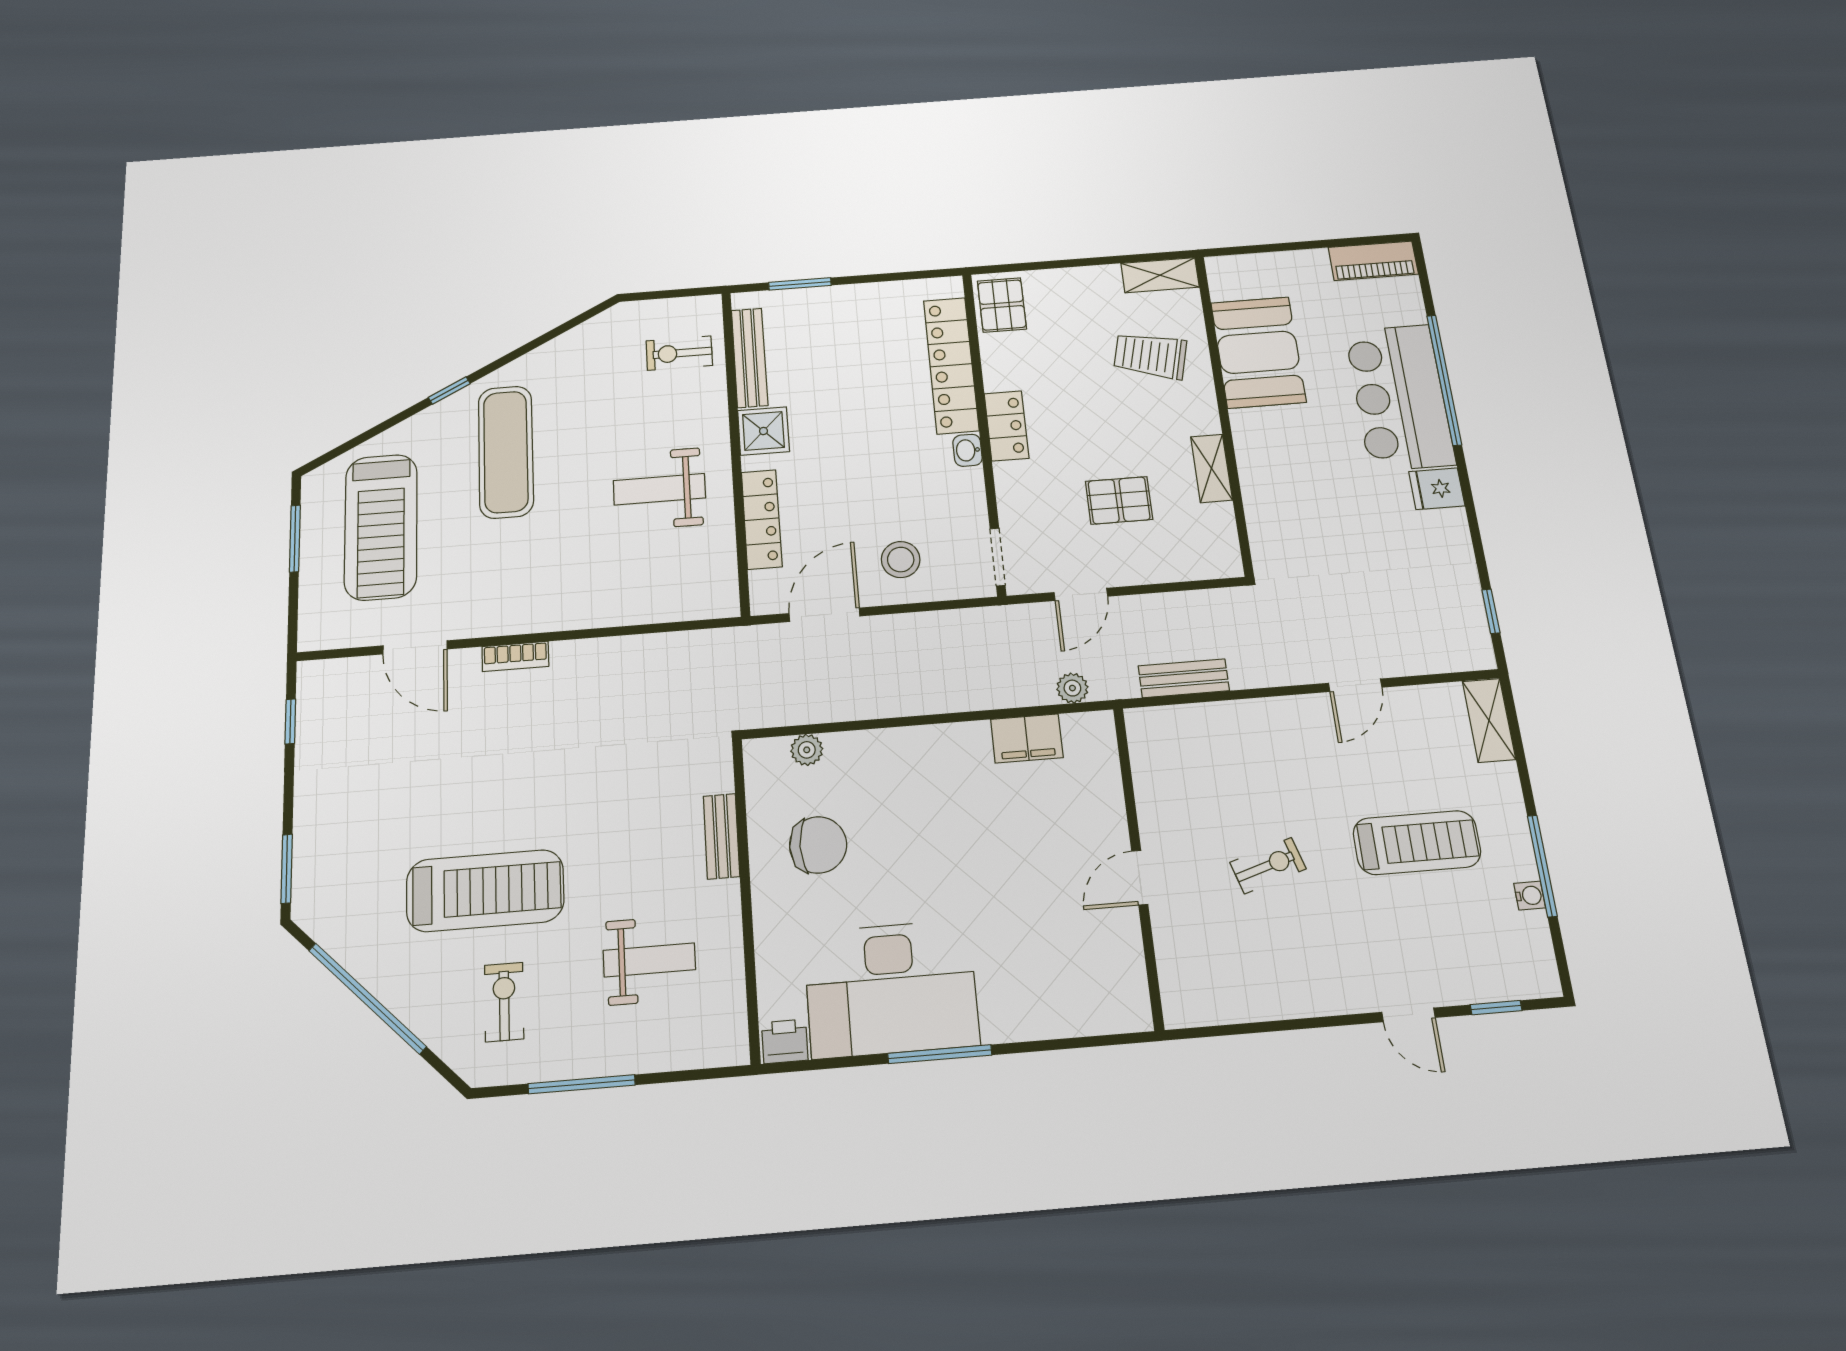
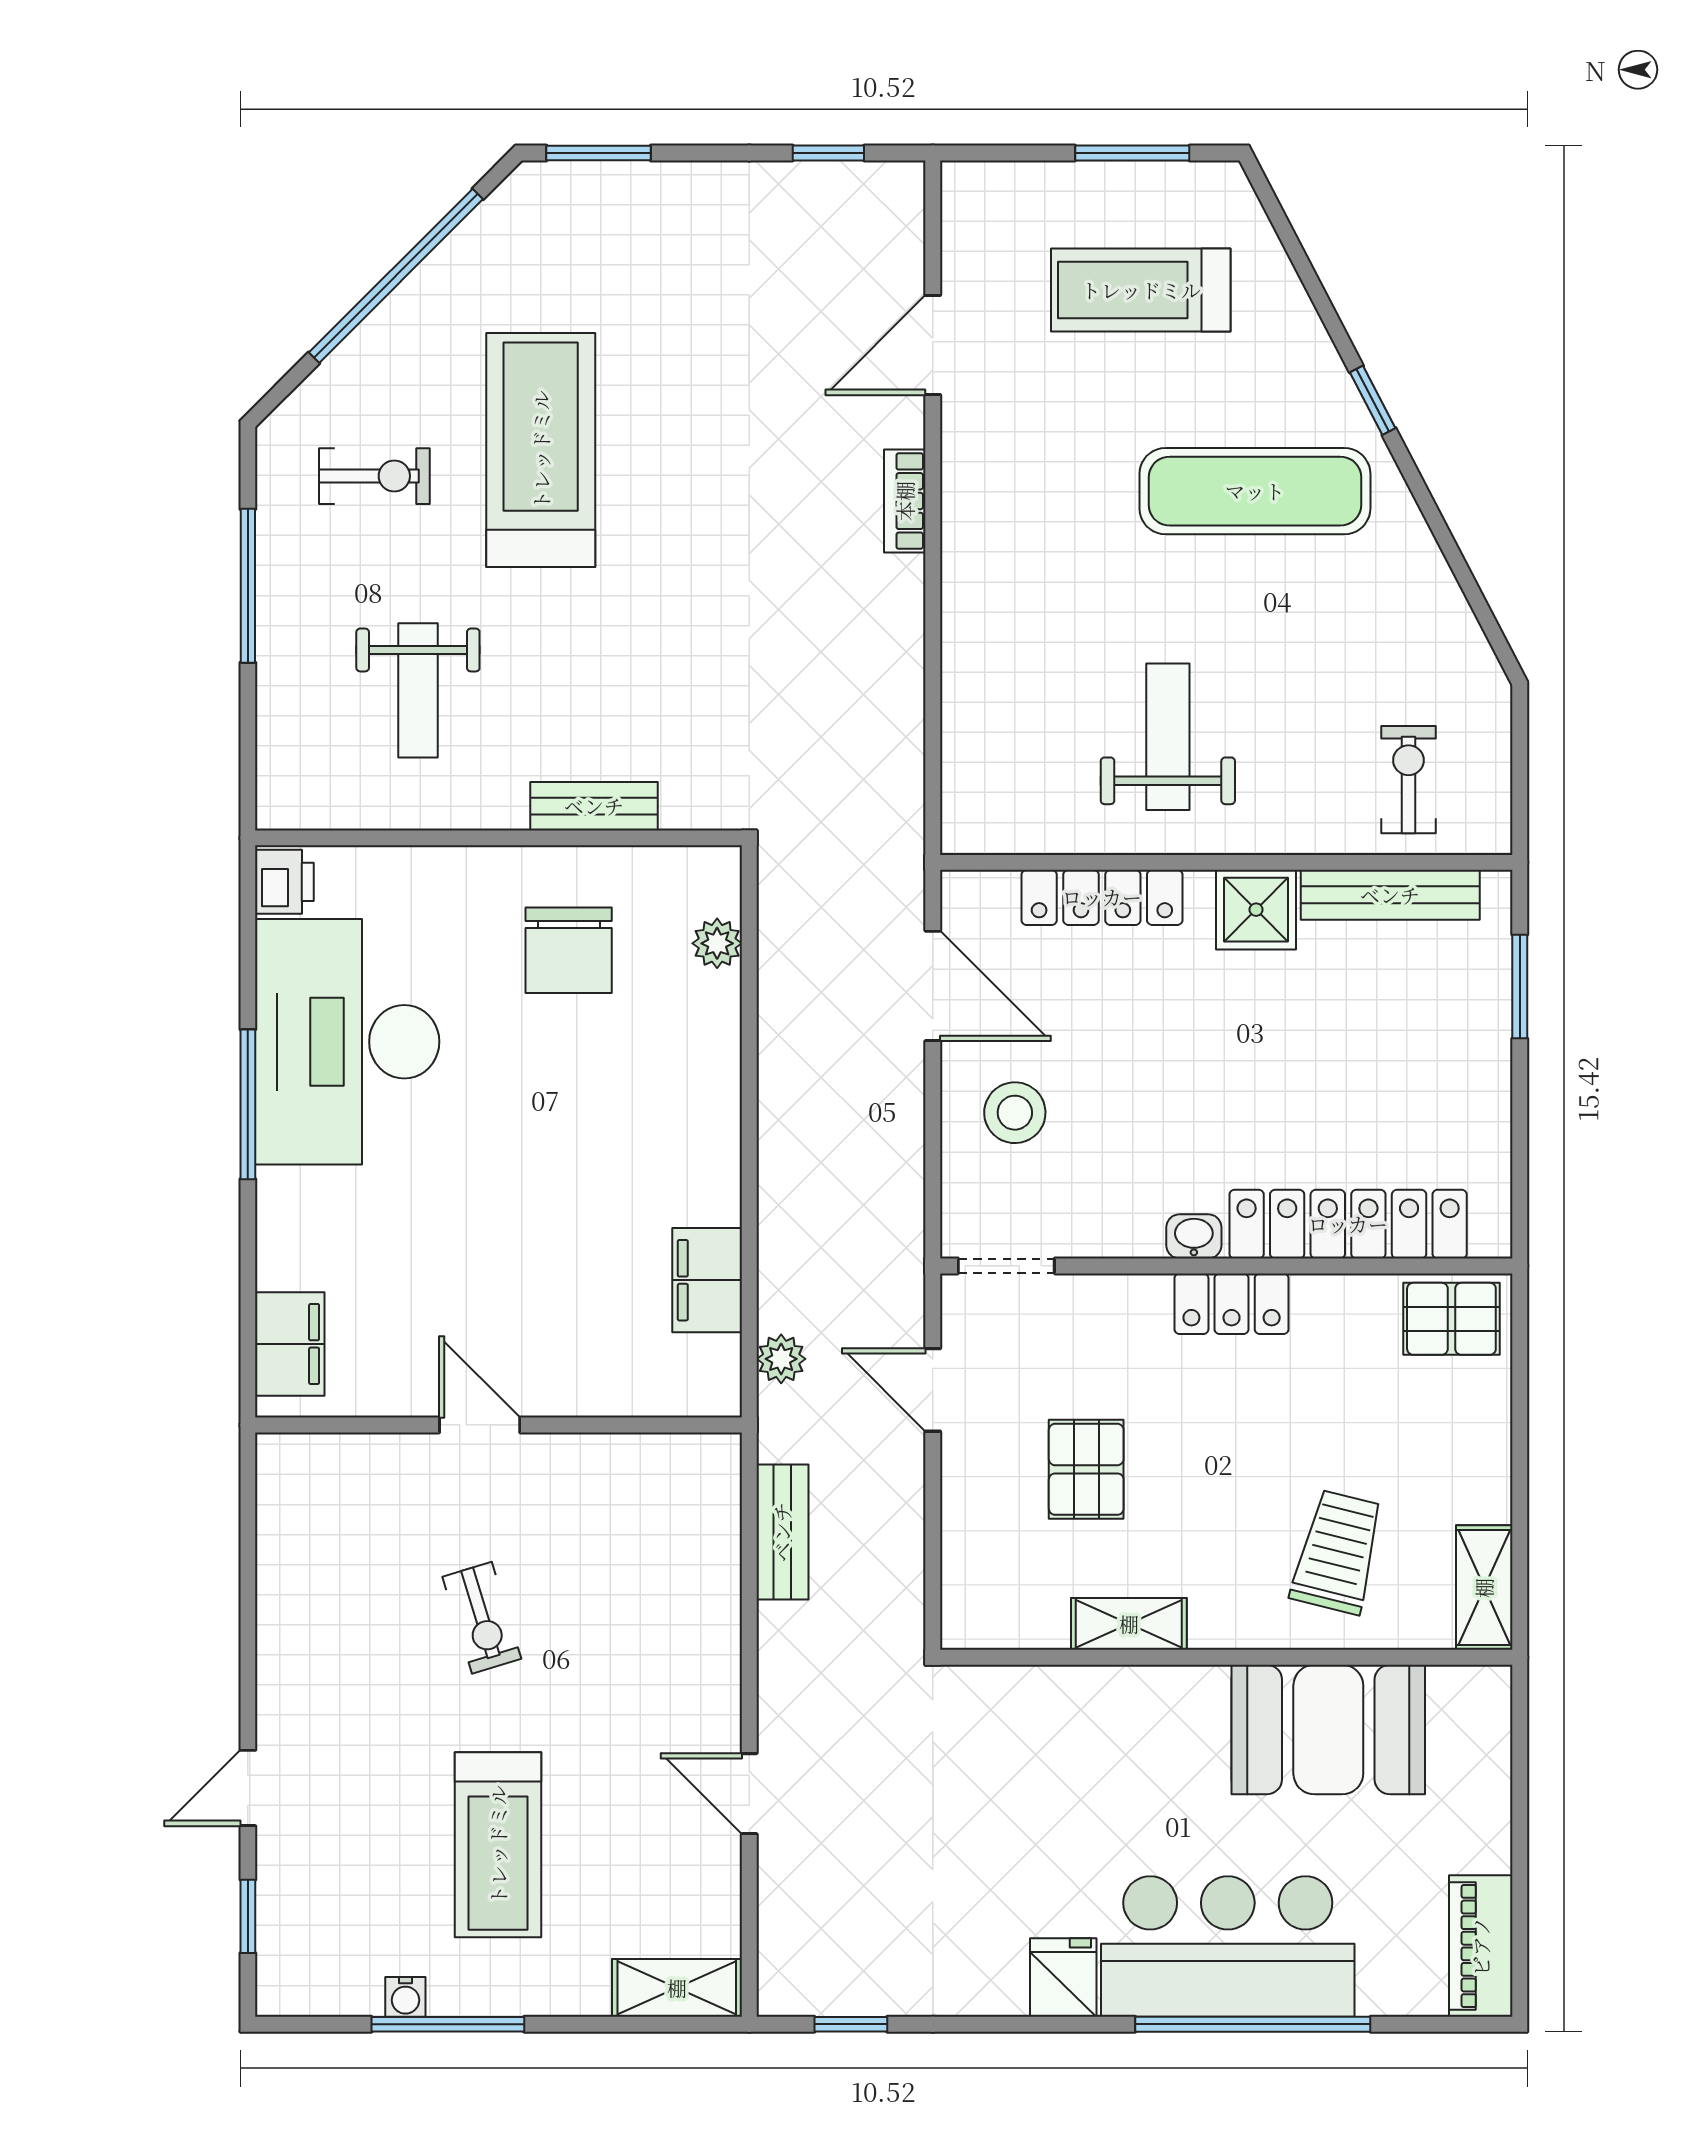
treadmill: (381, 527) -> (1141, 290), width x0.73, depth x0.73
treadmill: (485, 891) -> (541, 450), turned 180
filing cabinet: (1101, 1011) -> (290, 1344), added

